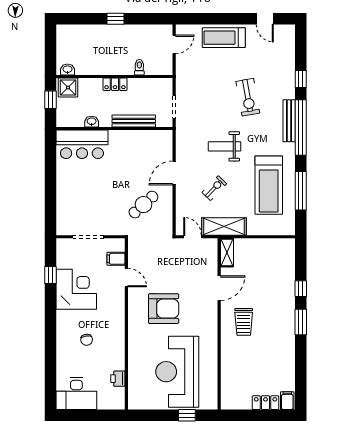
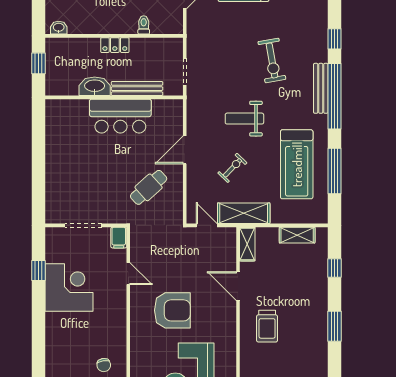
shower: (68, 88) -> (59, 49), removed
washbasin: (92, 122) -> (95, 86), width x1.91, depth x1.45
bar counter: (82, 144) -> (120, 116), moved
shelving: (269, 245) -> (297, 235), added
filing cabinet: (116, 259) -> (119, 238), moved, turned -90
door: (219, 288) -> (238, 286), swing flipped
window: (301, 289) -> (334, 268), moved
chair: (87, 340) -> (104, 365), moved

